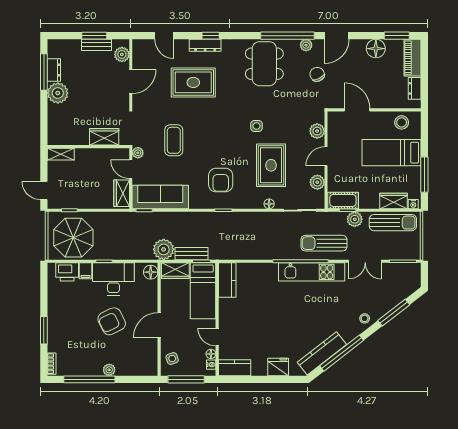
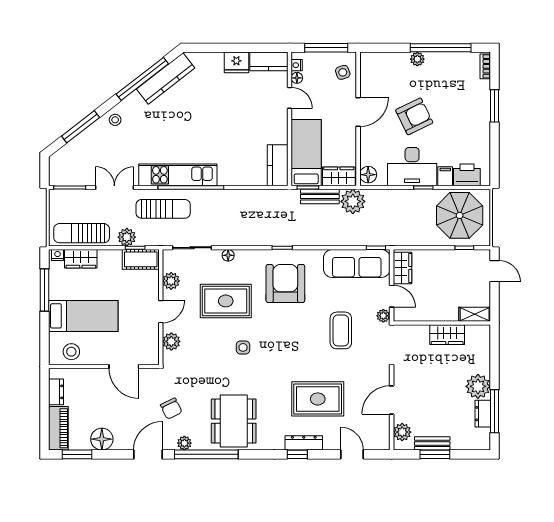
wardrobe: (104, 137) -> (447, 335), moved
rug: (271, 165) -> (226, 301), turned 90
armchair: (221, 180) -> (285, 284), width x1.36, depth x1.36
fridge: (278, 367) -> (236, 62), moved

